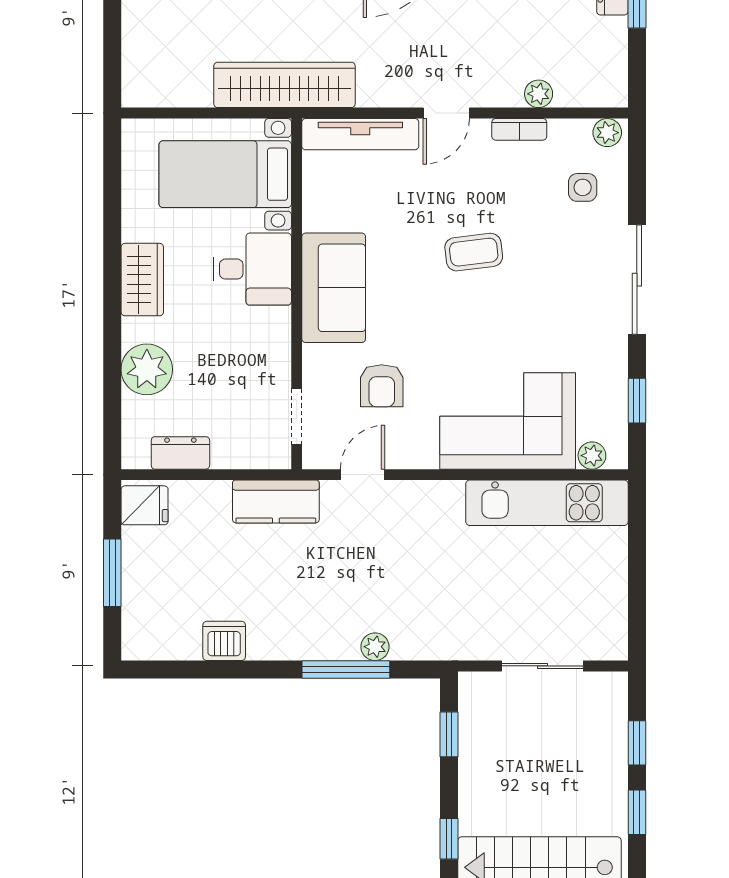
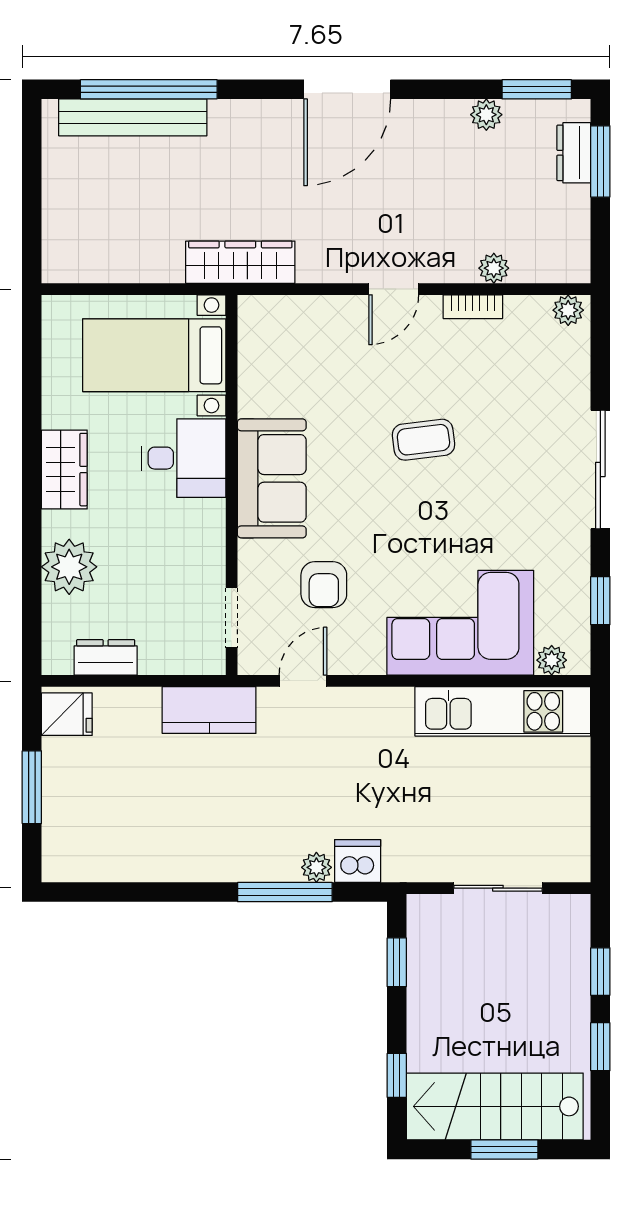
wardrobe: (284, 85) -> (240, 262), width x0.71, depth x0.85
tv unit: (360, 134) -> (301, 312), removed
side table: (583, 187) -> (541, 370), removed
dishwasher: (224, 641) -> (358, 861), moved

